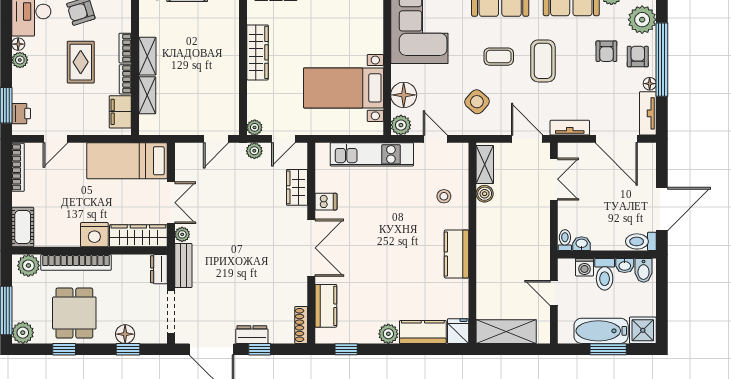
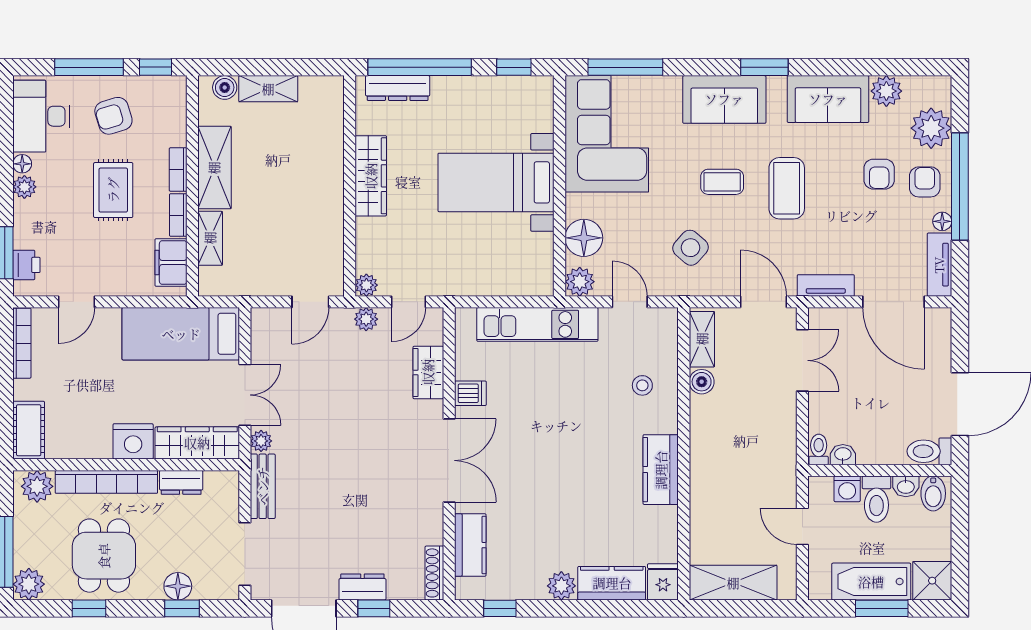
shelving: (147, 56) -> (214, 168), width x1.50, depth x1.33
bed with nightstands: (343, 88) -> (496, 182), moved
dresser: (159, 269) -> (181, 482), moved, turned -90

